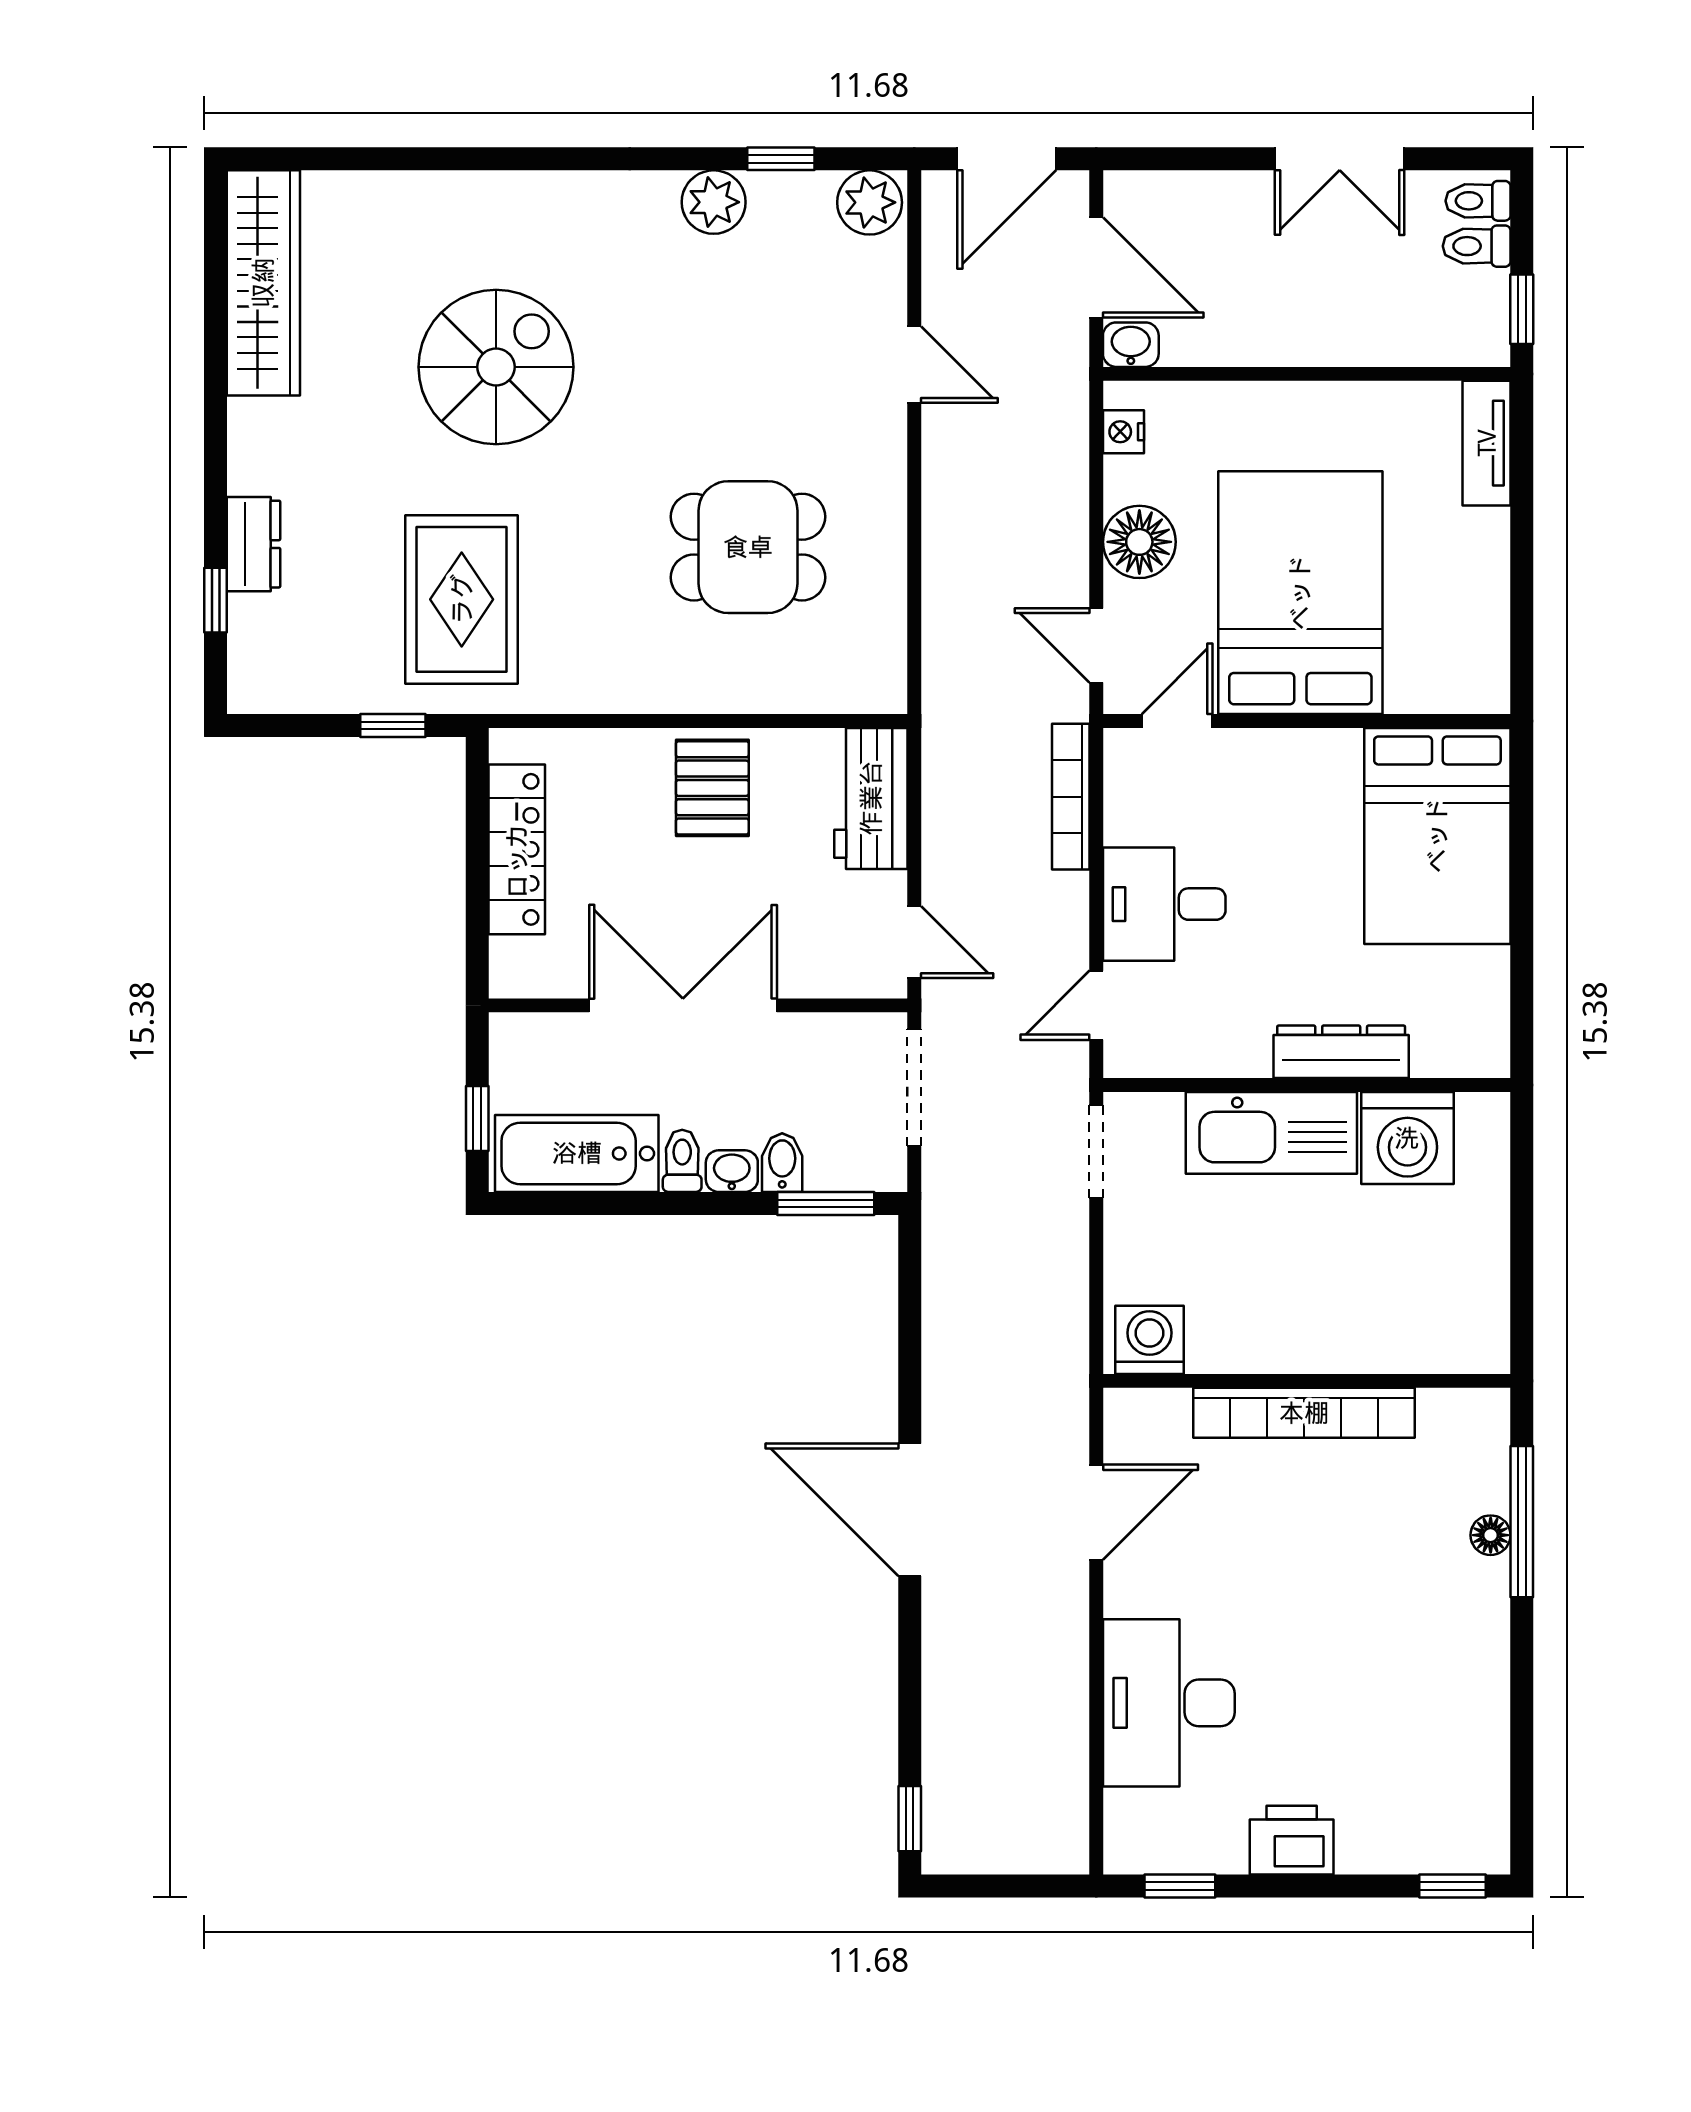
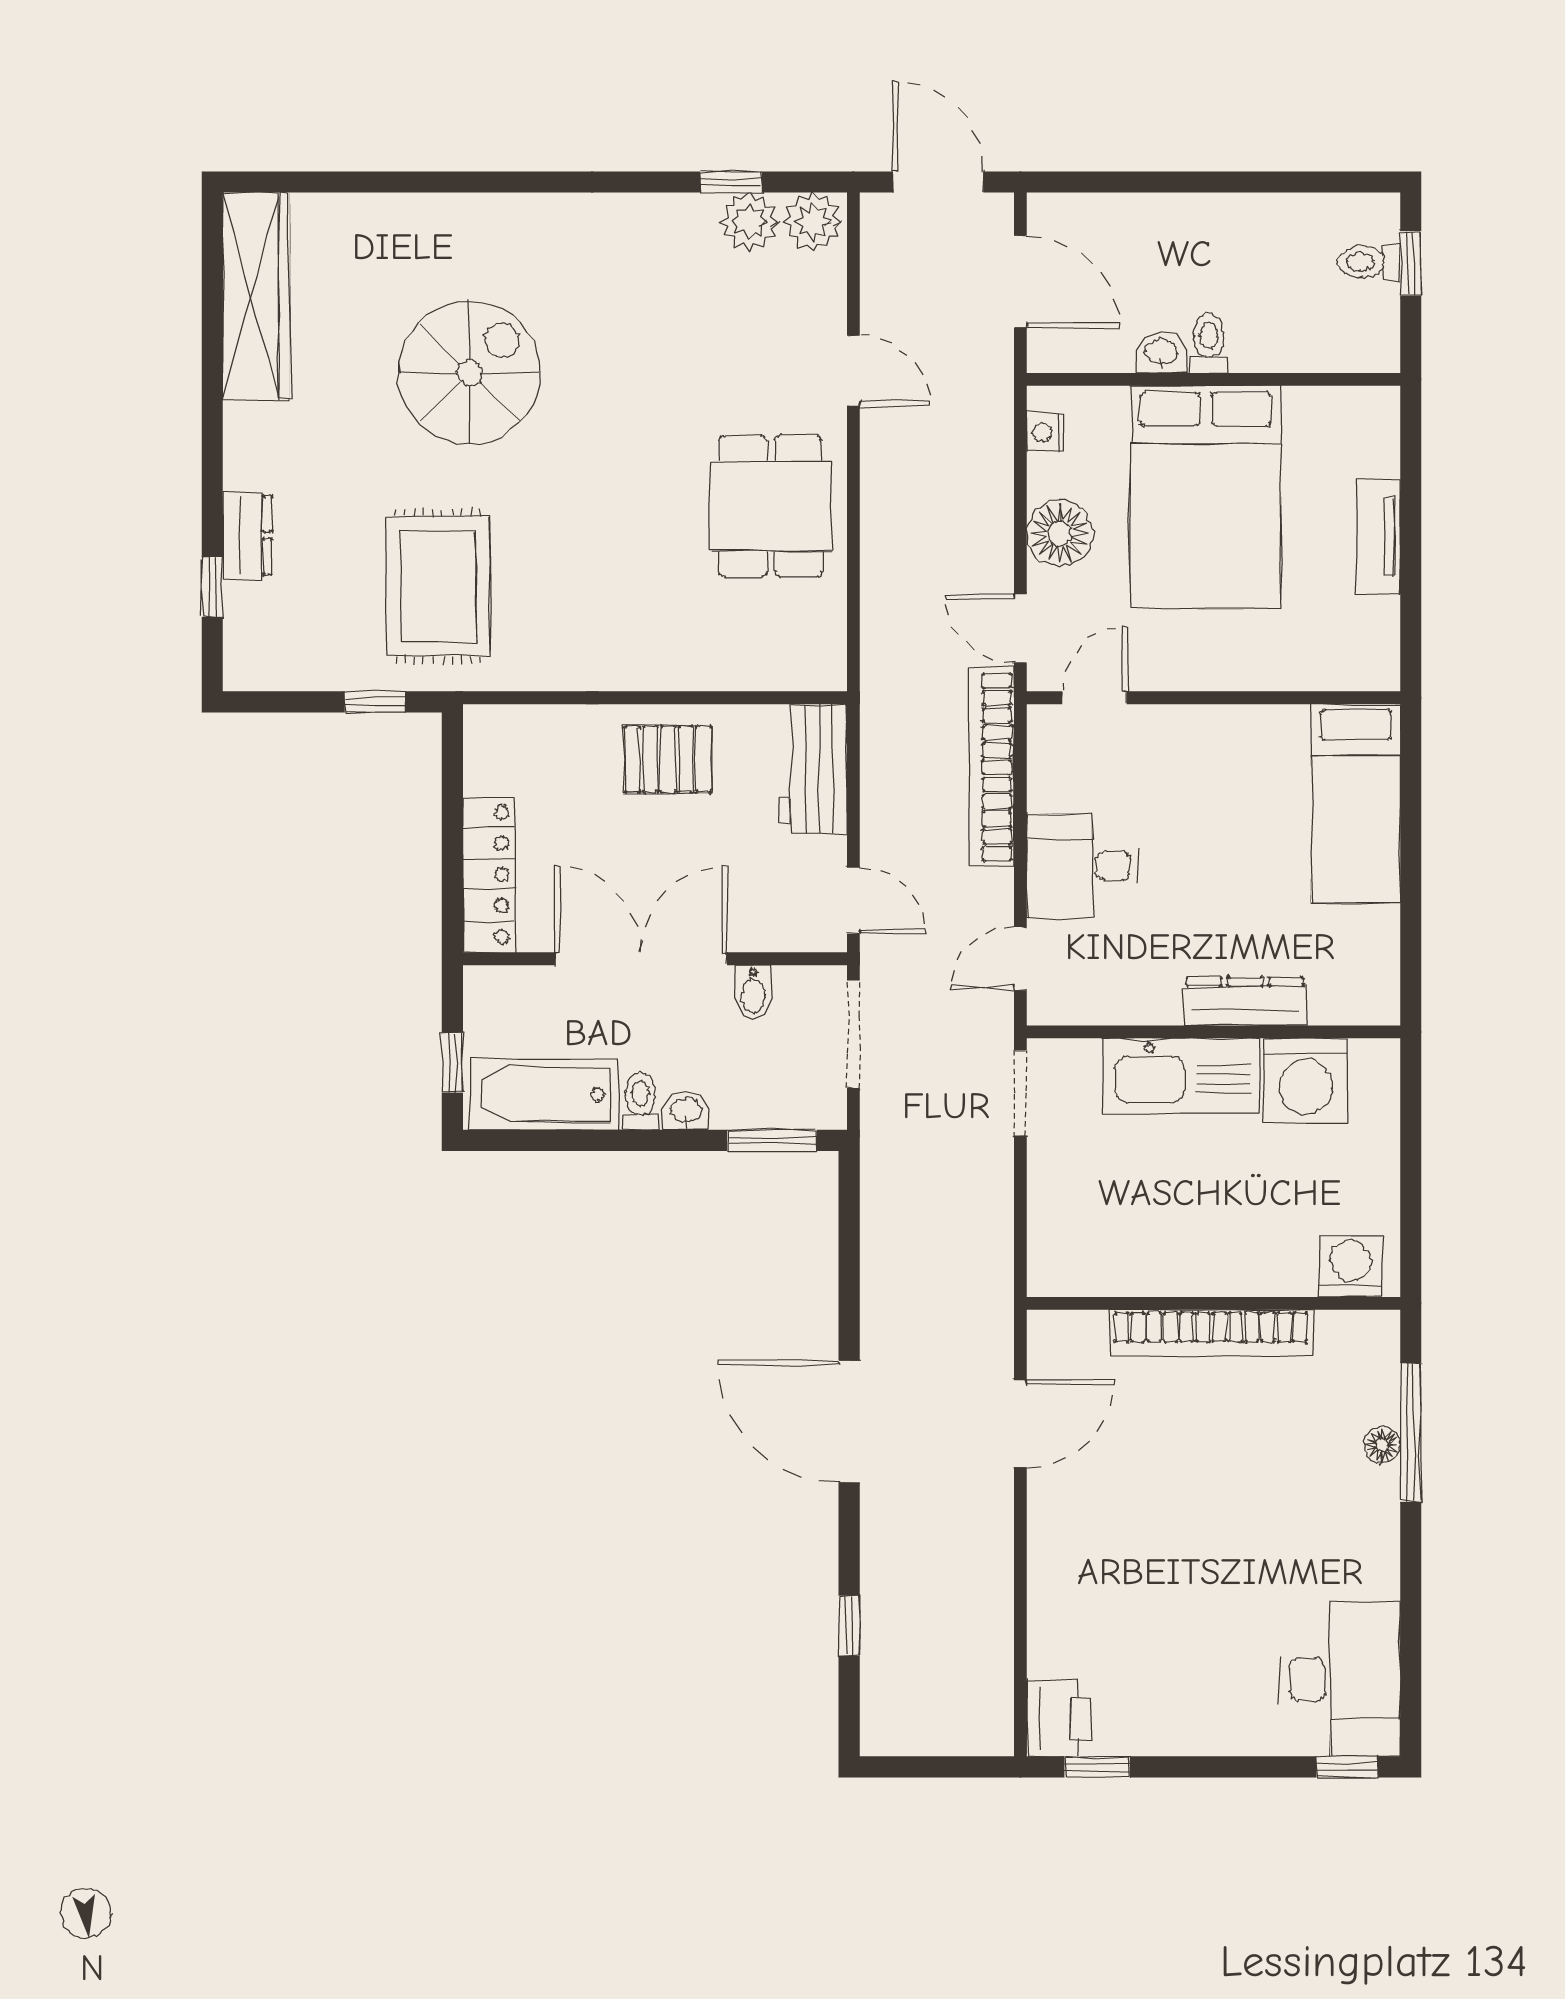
door: (1007, 159) -> (938, 182), swing flipped
double door: (1340, 159) -> (1244, 182), removed
toilet: (1478, 201) -> (1209, 343), moved, turned 90
plant: (714, 202) -> (749, 222), moved
window: (1522, 309) -> (1411, 263), moved
washbasin: (1131, 345) -> (1161, 352), moved
tv unit: (1487, 443) -> (1378, 536), moved
dining table: (748, 547) -> (771, 506), moved, turned 90
bed: (1300, 593) -> (1206, 497), moved, turned 180
pallet: (712, 788) -> (668, 759), turned 90
bookcase: (1071, 797) -> (992, 767), width x1.48, depth x1.31
bed: (1437, 836) -> (1356, 803), width x0.67
locker: (517, 849) -> (489, 874), moved
bidet: (782, 1163) -> (753, 992), moved, turned 180
washing machine: (1150, 1340) -> (1351, 1266), moved
desk: (1169, 1703) -> (1340, 1680), moved, turned 180
window: (910, 1819) -> (849, 1626), moved
printer: (1292, 1840) -> (1058, 1718), moved, turned 90

